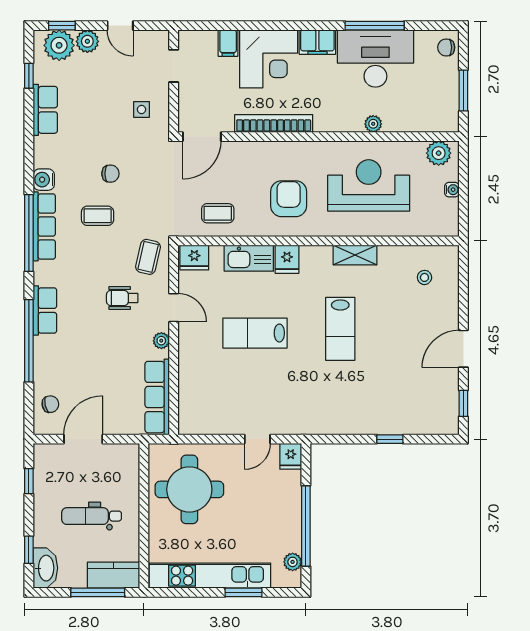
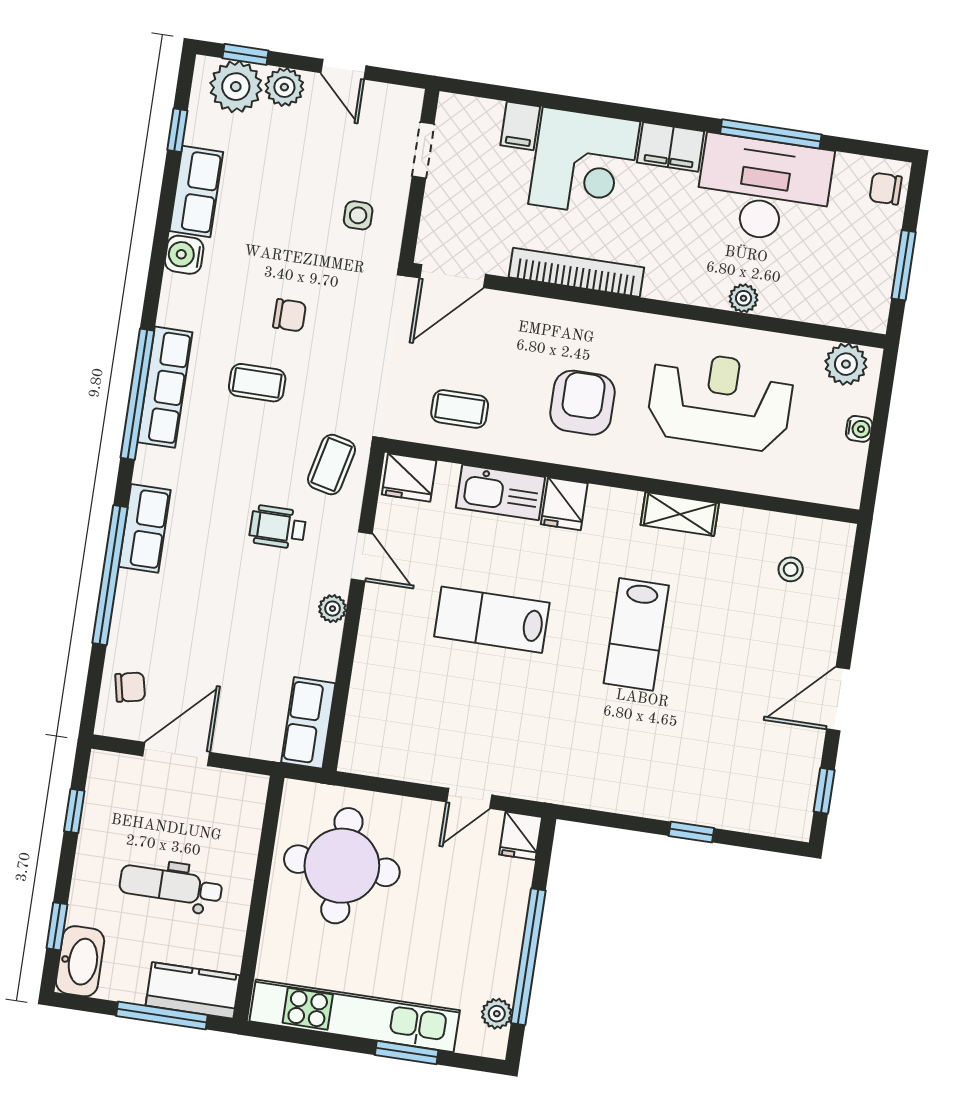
water cooler: (44, 180) -> (184, 255), moved
row of seats: (157, 397) -> (308, 723), width x0.68

